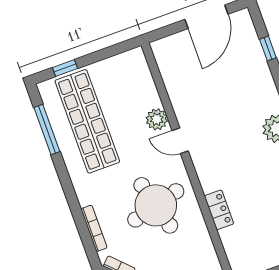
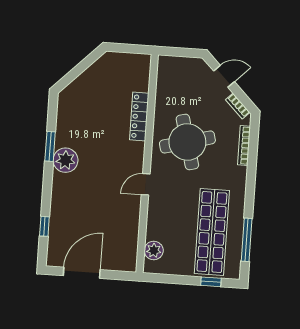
plant: (157, 119) -> (154, 250), moved
door: (180, 141) -> (146, 184), swing flipped
locker: (219, 210) -> (139, 116), width x1.53

